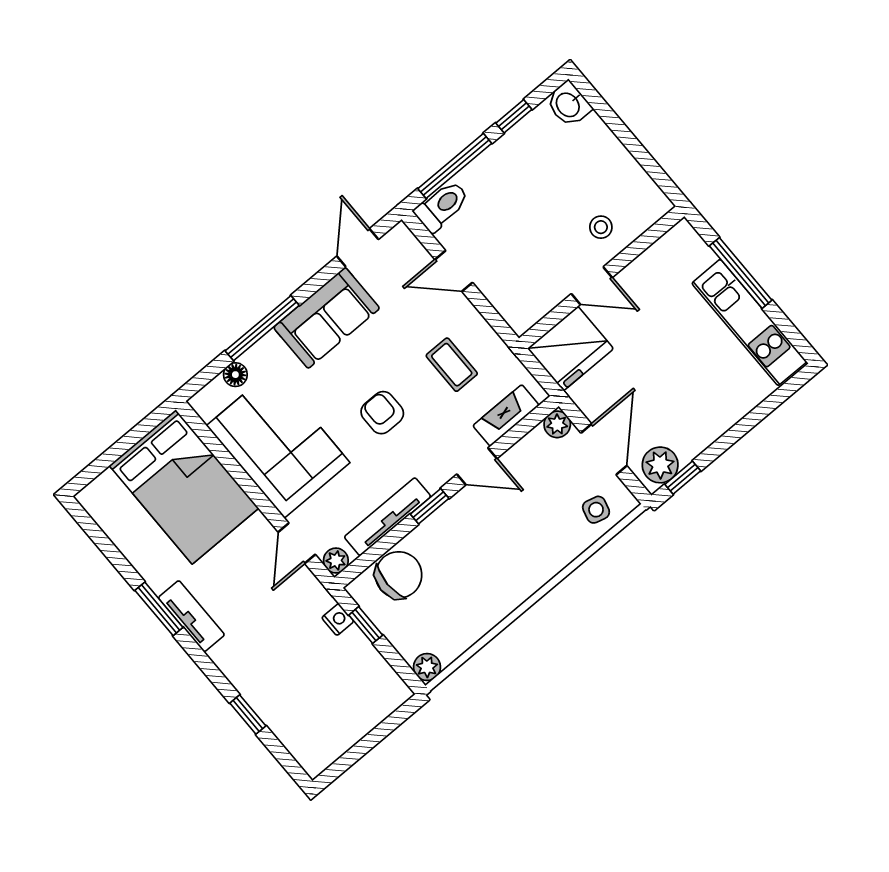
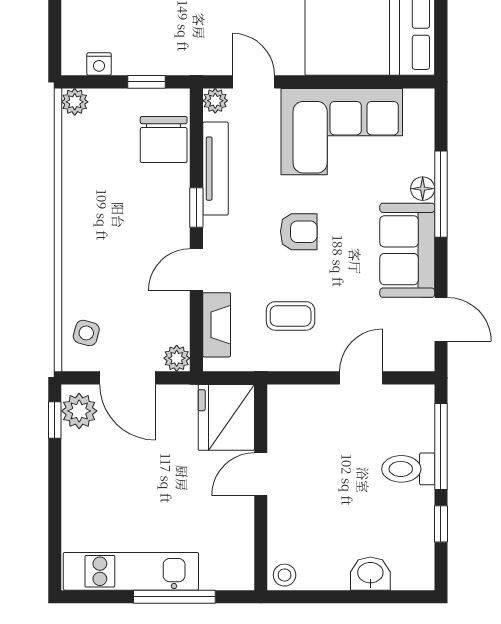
washbasin: (569, 104) -> (370, 574), moved
toilet: (442, 206) -> (408, 469), moved, turned 90
stool: (601, 227) -> (285, 575), moved
floor lamp: (235, 375) -> (423, 189), moved
nightstand: (338, 619) -> (99, 64), moved

